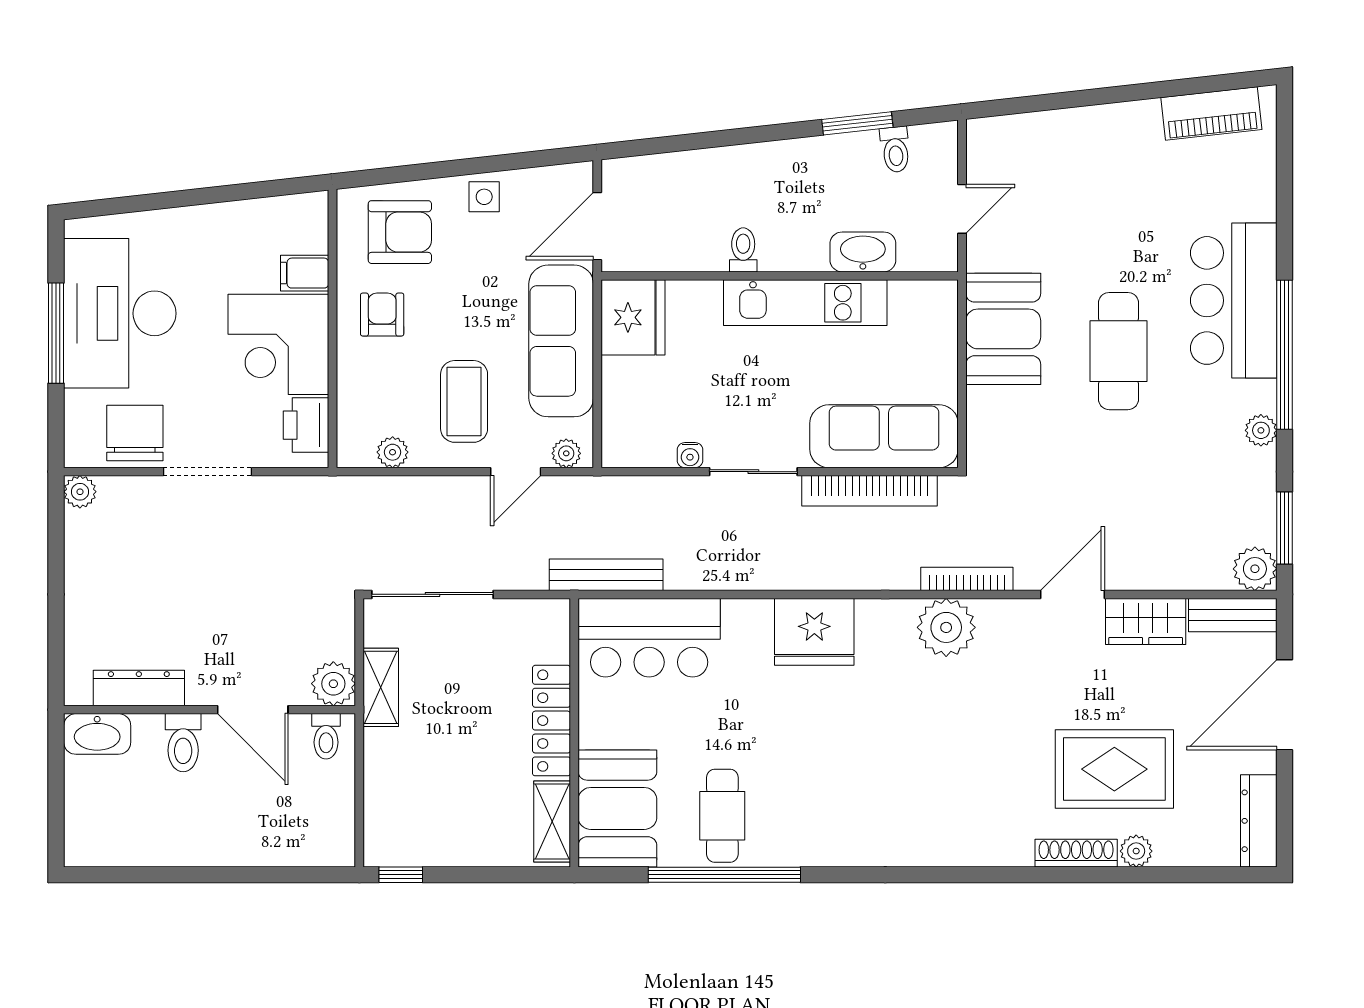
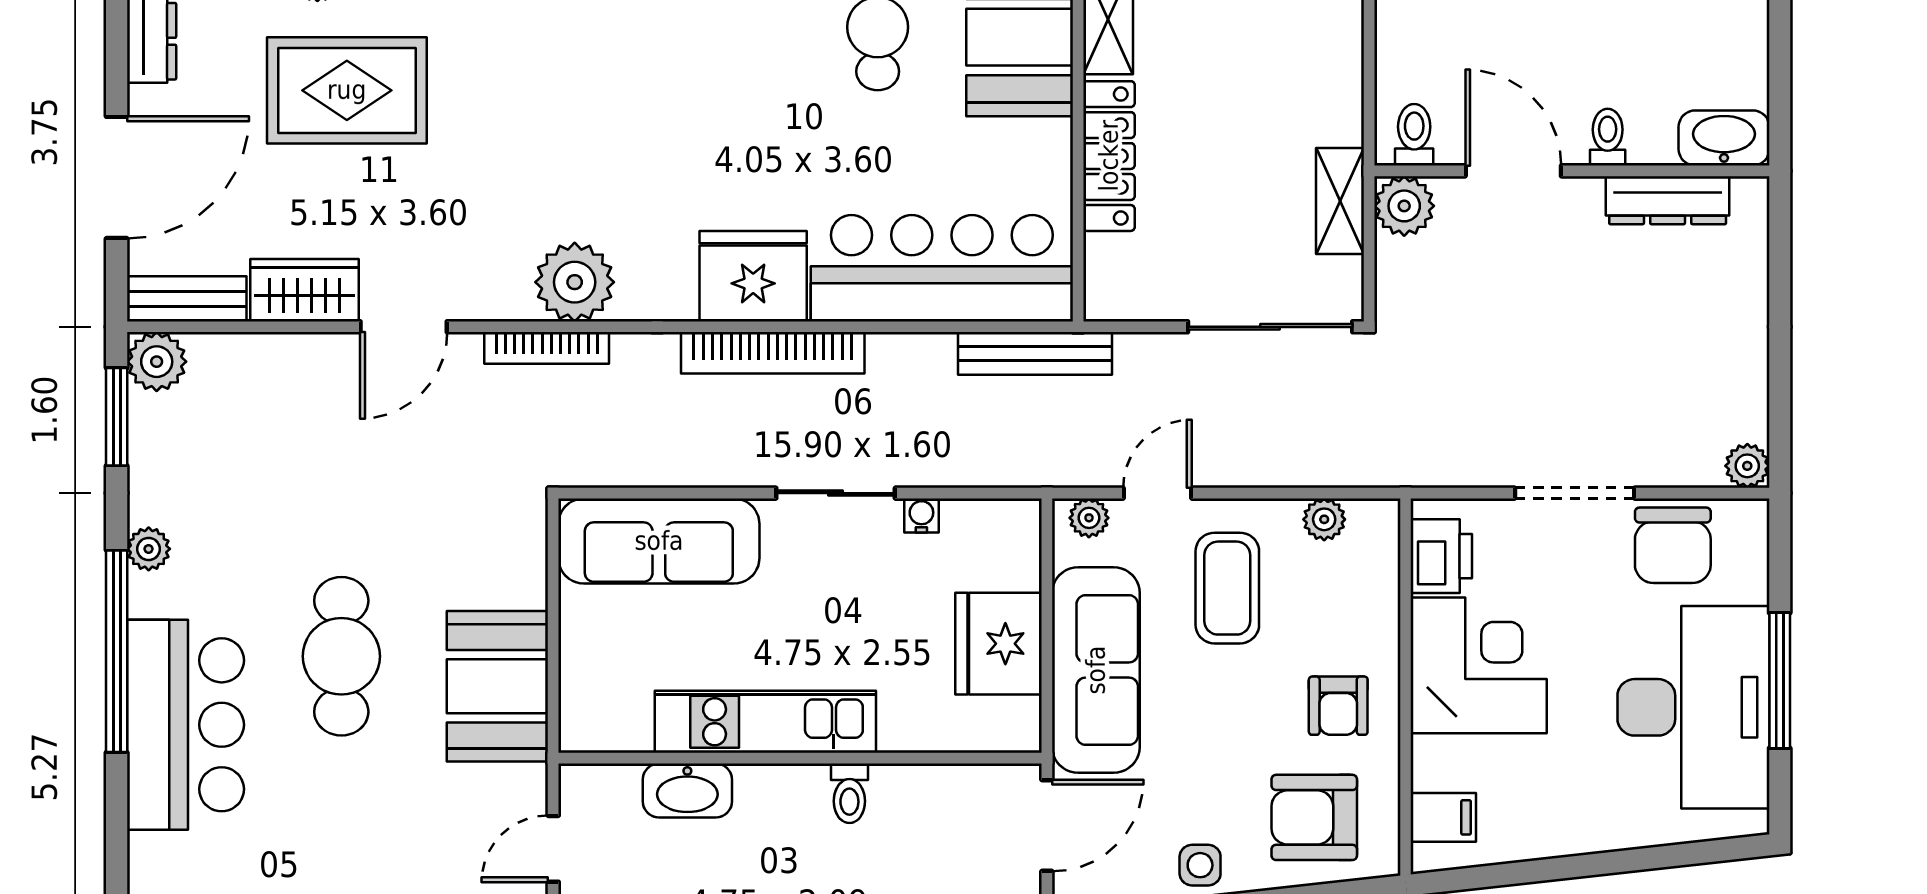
filing cabinet: (305, 273) -> (1443, 817), moved
fridge: (633, 317) -> (998, 644), moved
bookcase: (870, 491) -> (773, 353), moved, turned 180
bar counter: (649, 638) -> (942, 268), width x1.36
toilet: (183, 743) -> (1608, 137), width x0.73, depth x0.72

